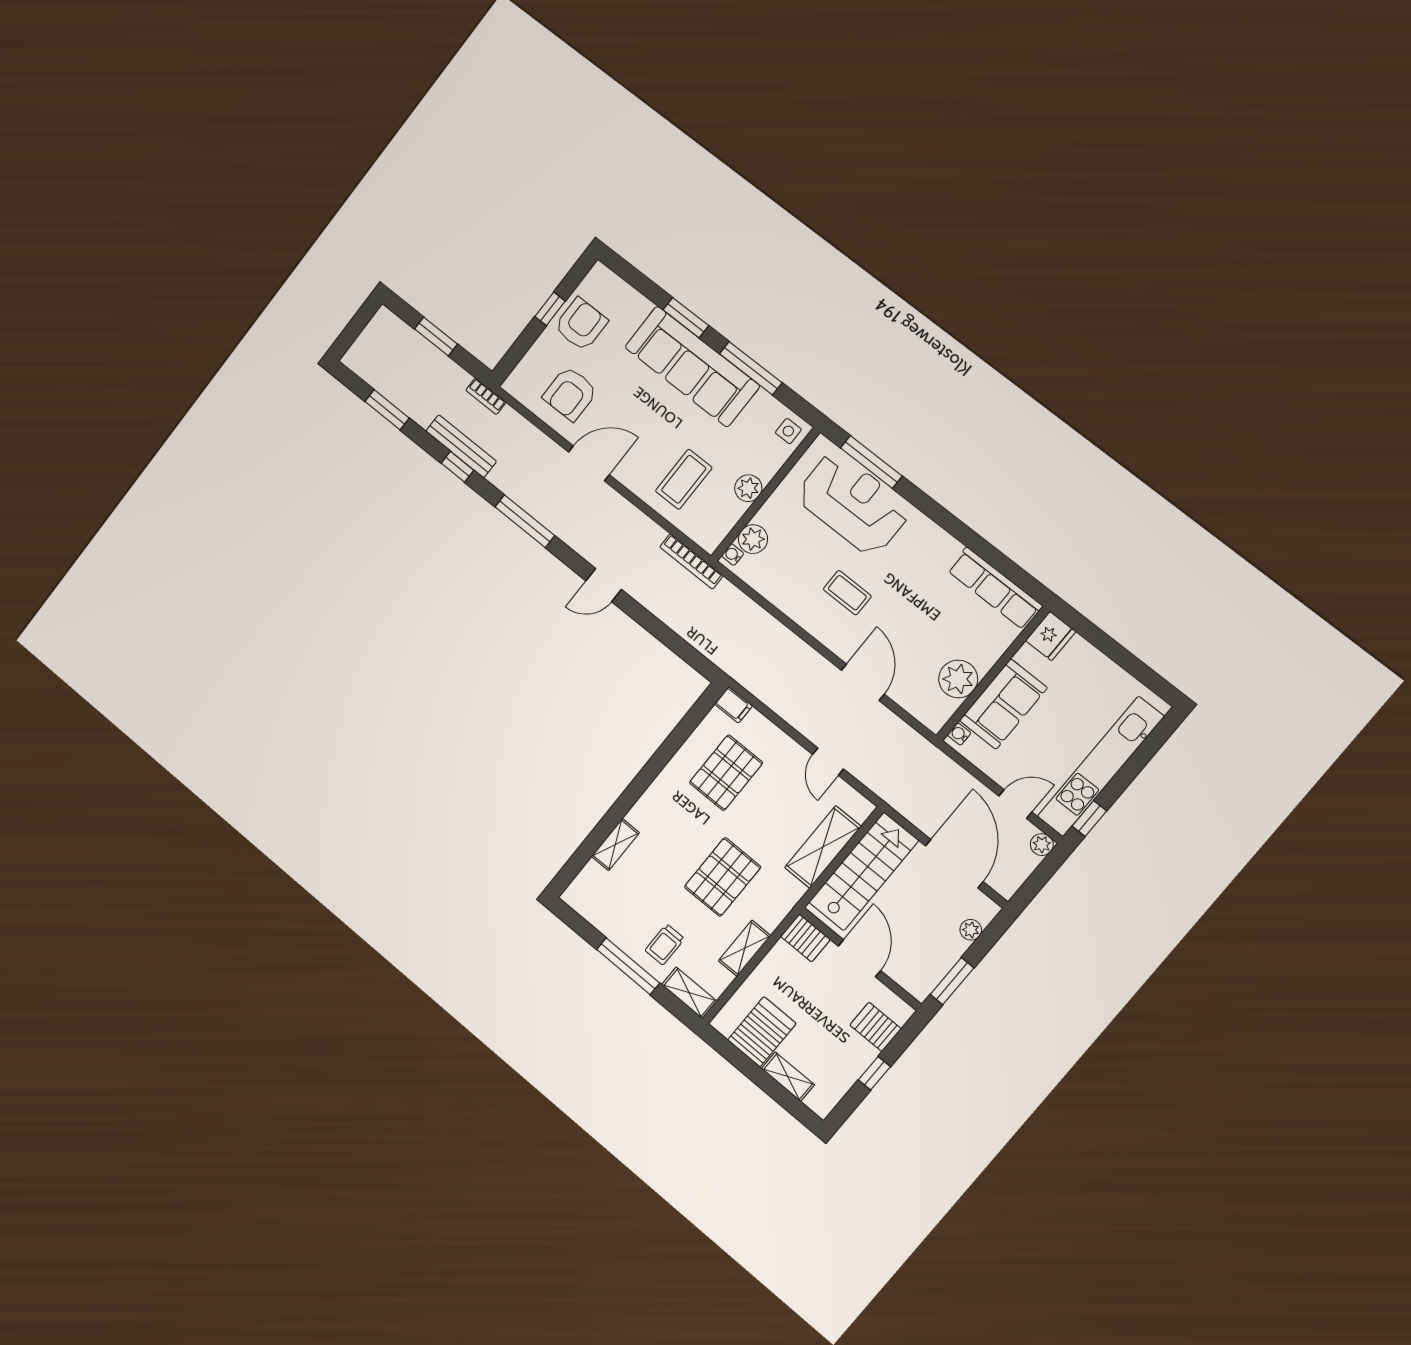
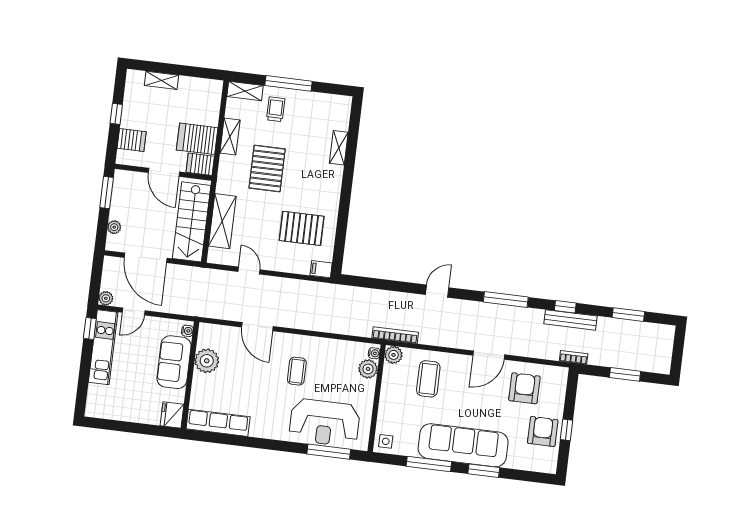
armchair: (581, 324) -> (543, 431), turned 180
plant: (748, 488) -> (393, 355), moved
coffee table: (847, 593) -> (297, 371), turned 90
kitchen unit: (1101, 767) -> (103, 347), width x0.73
pallet: (726, 773) -> (302, 228), turned 90
server rack: (762, 1032) -> (197, 139), moved, turned 90

